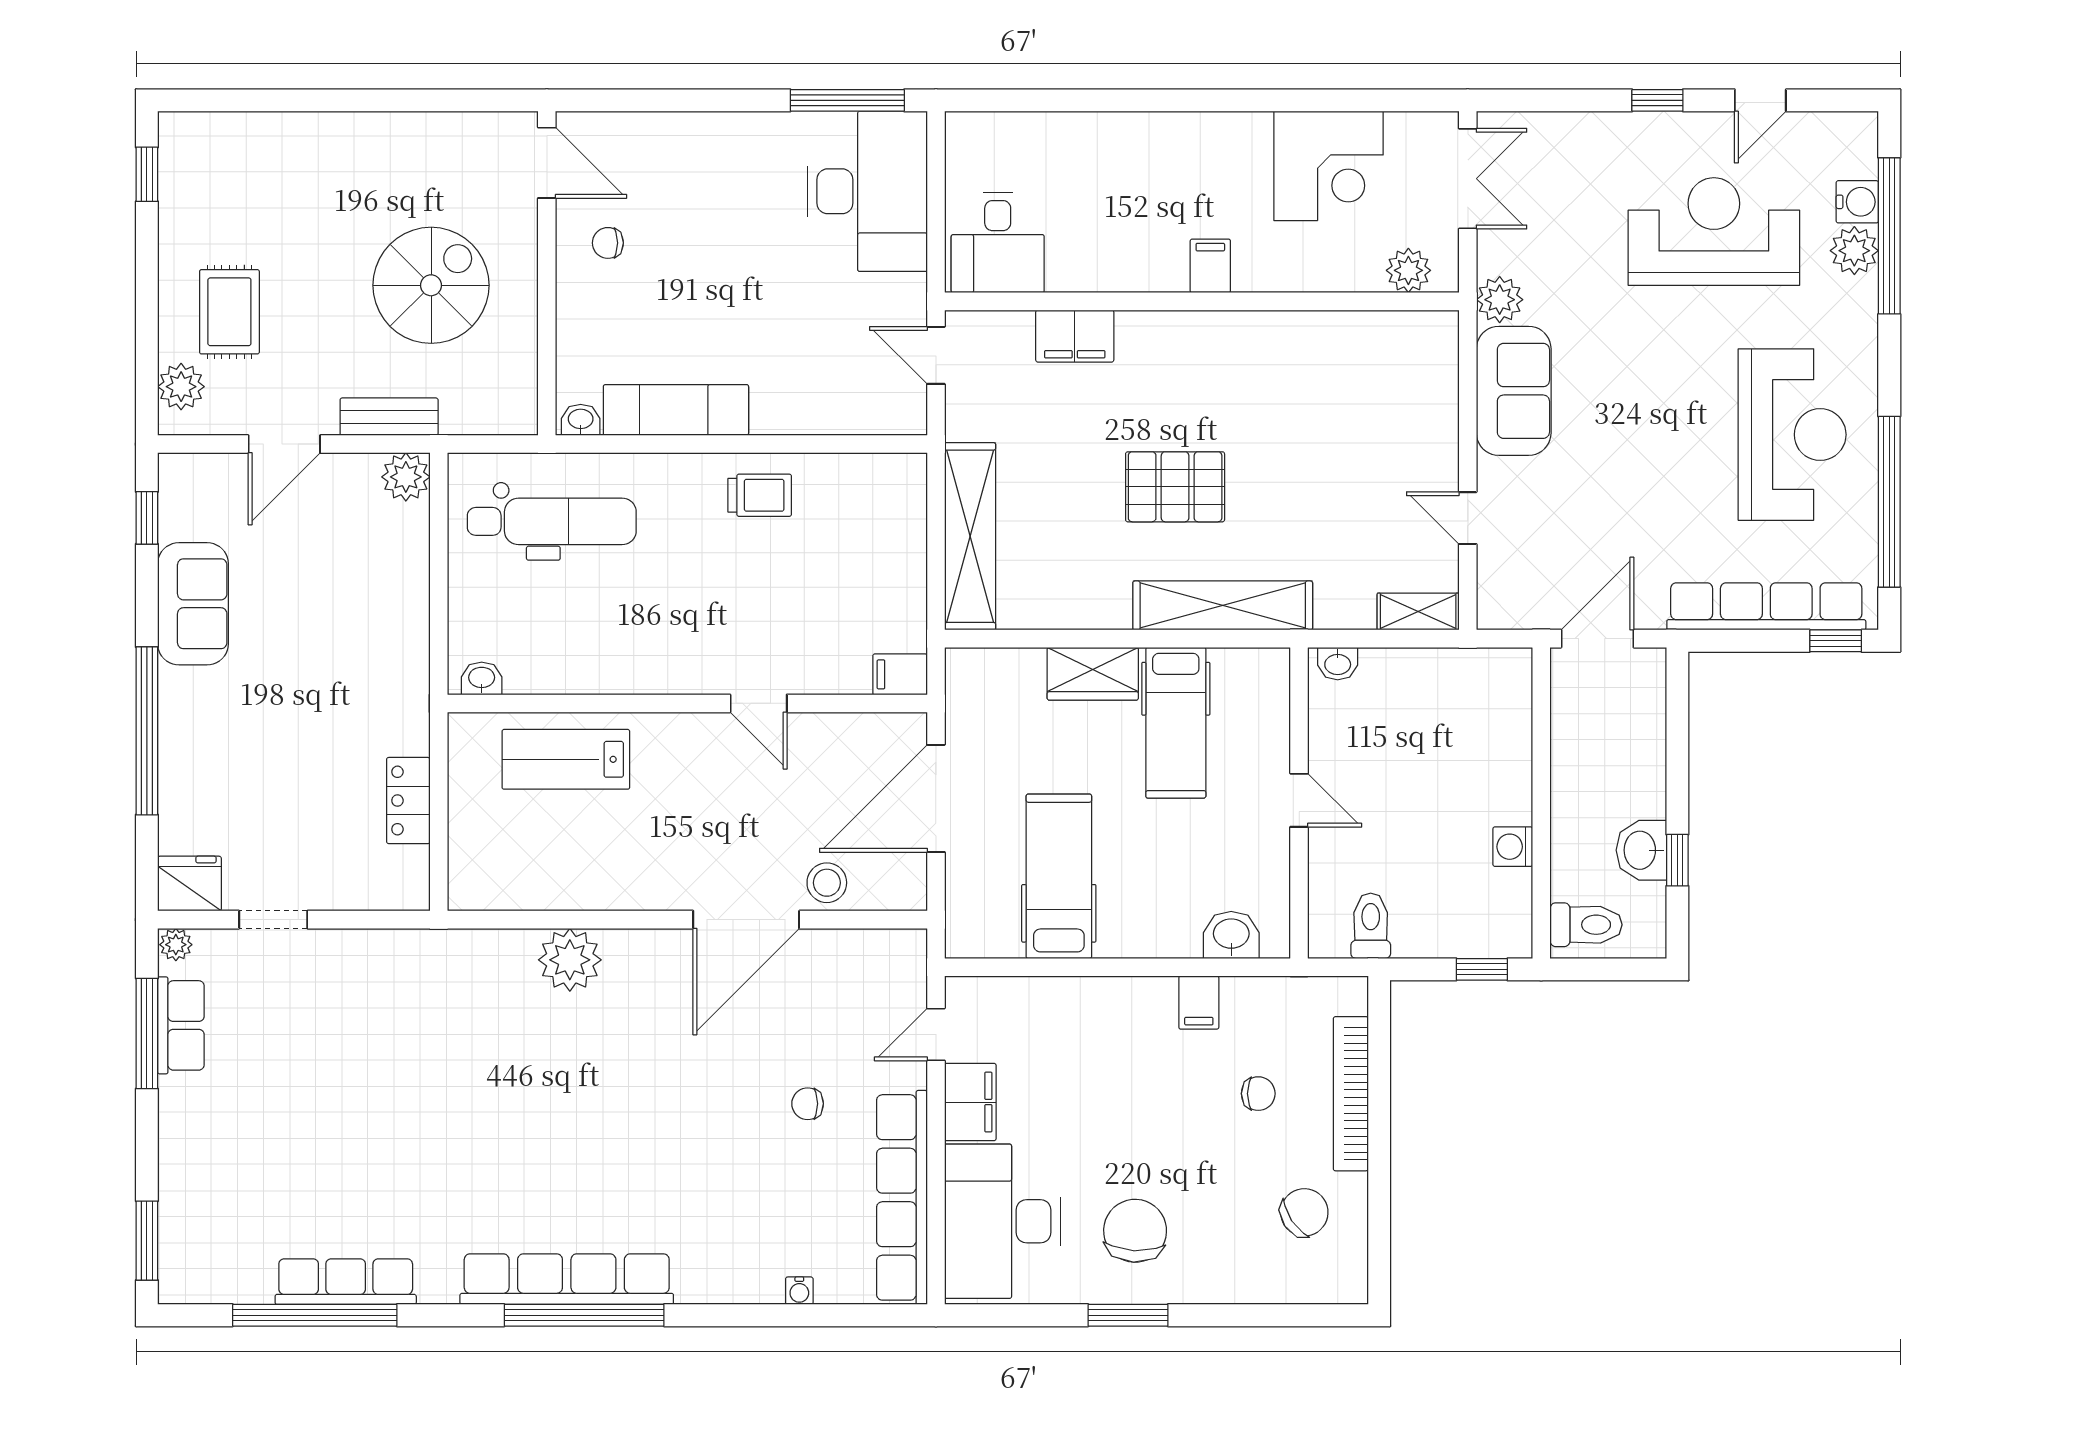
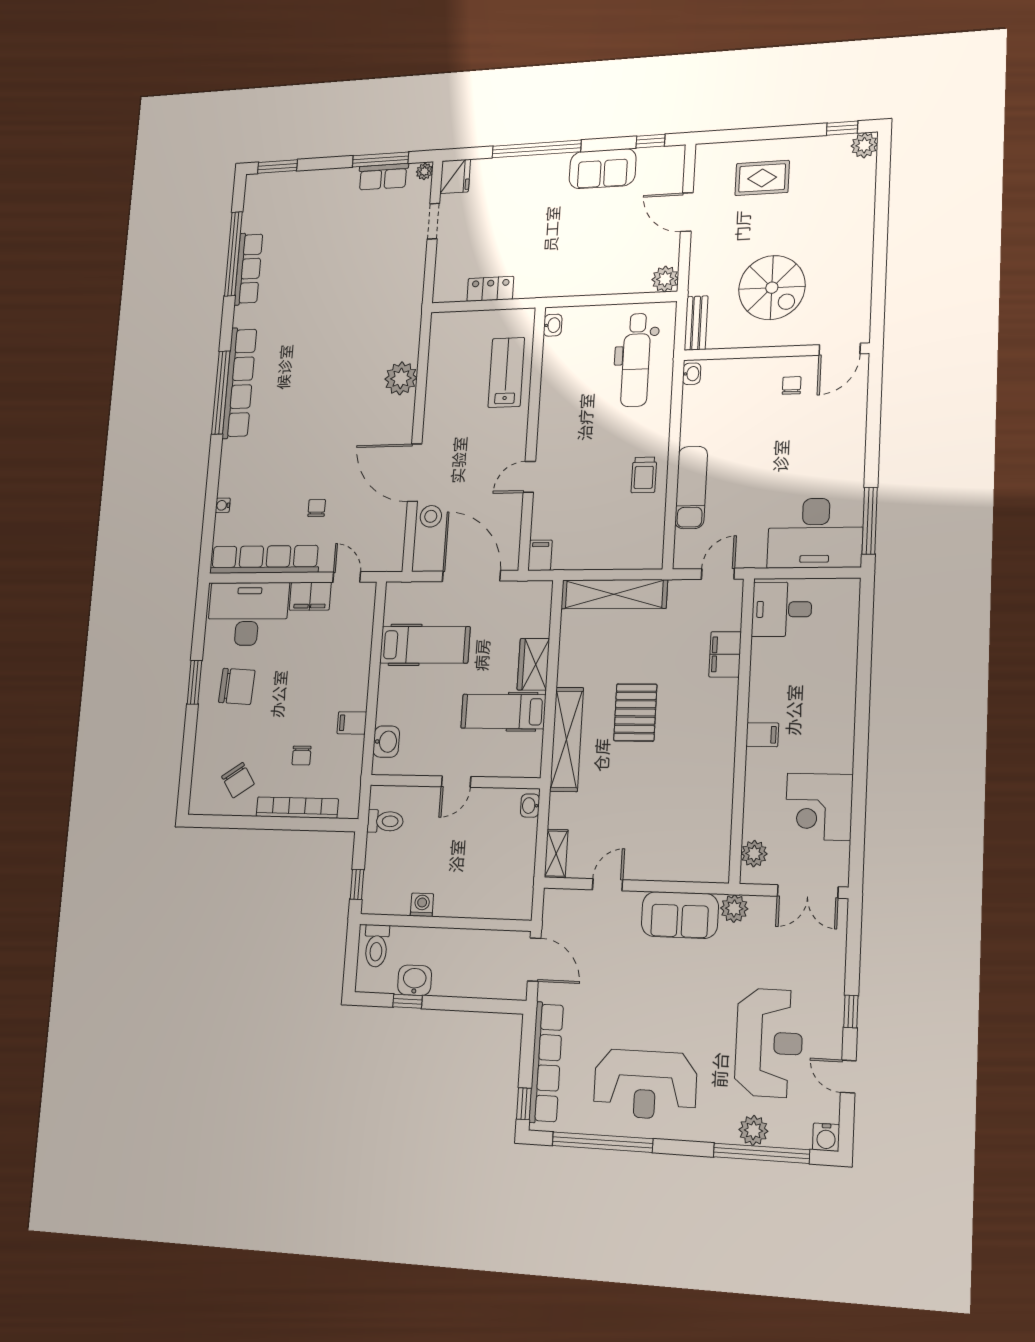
water cooler: (1857, 202) -> (826, 1137), moved
plant: (181, 387) -> (864, 145), moved
exam couch: (676, 410) -> (691, 488), moved
bench: (389, 417) -> (696, 323), moved

